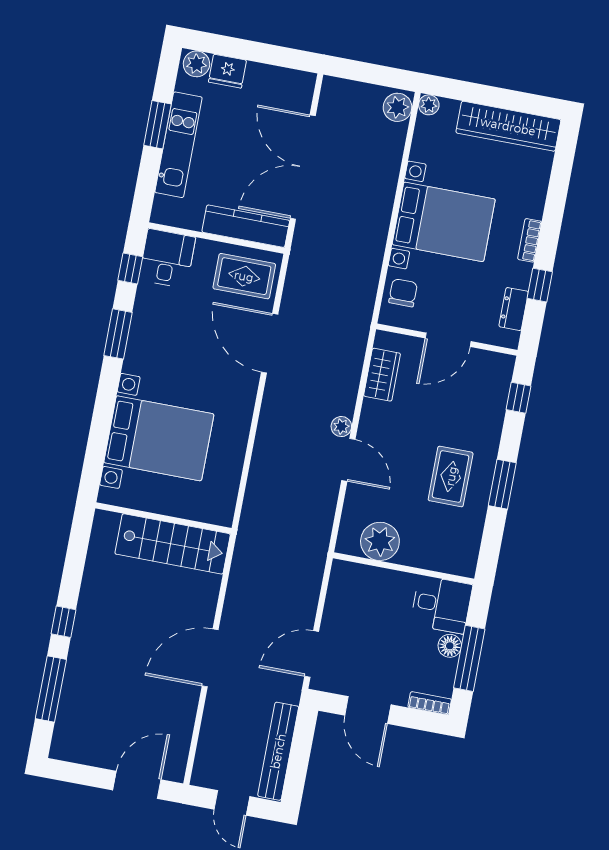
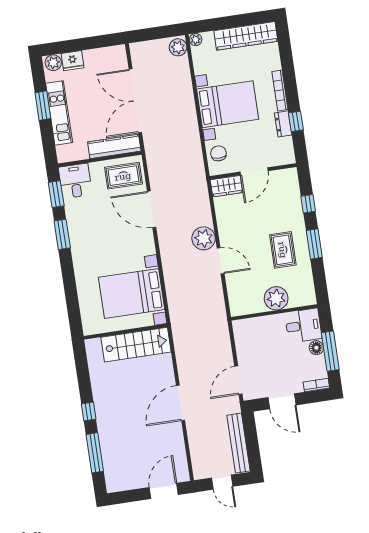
bookcase: (530, 240) -> (280, 90), width x1.56
window: (130, 269) -> (56, 194), width x1.50
dresser: (514, 309) -> (283, 124), moved
wardrobe: (382, 375) -> (226, 186), moved, turned 90
window: (519, 398) -> (308, 204), moved
plant: (341, 427) -> (204, 238), width x1.88, depth x1.88
bed with nightstands: (159, 438) -> (132, 293), moved, turned 180
plant: (380, 541) -> (276, 298), moved

